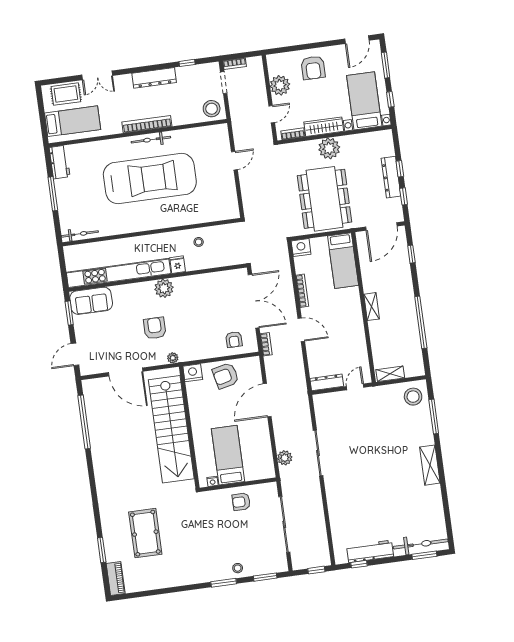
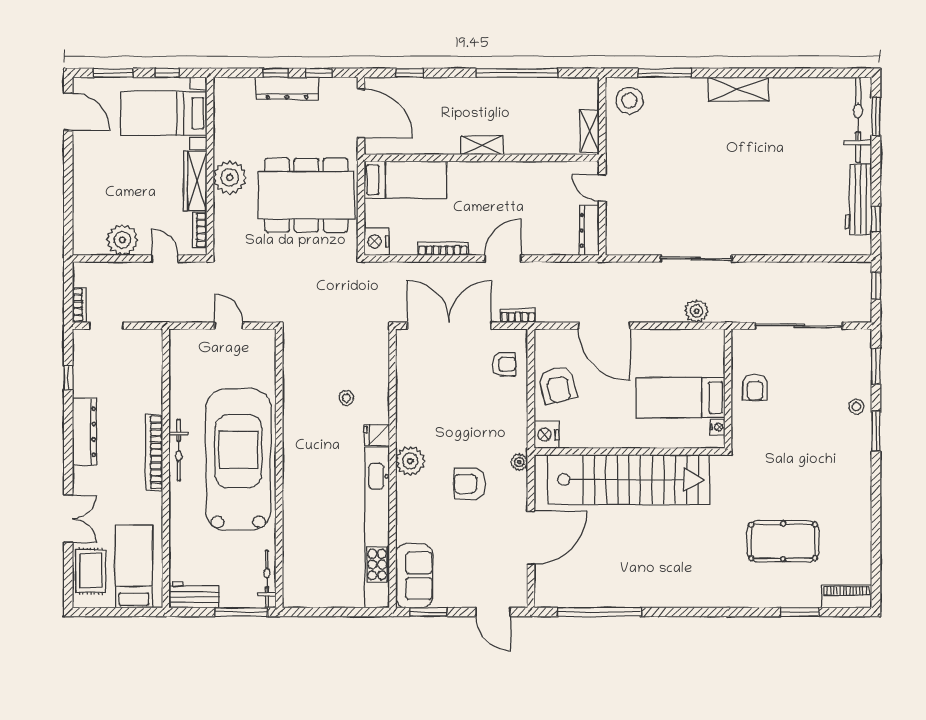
armchair: (313, 68) -> (102, 185), removed
stool: (212, 109) -> (144, 350), removed
wall: (151, 232) -> (279, 468), moved
bicycle: (80, 234) -> (267, 579), moved

